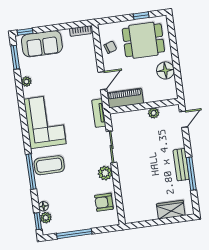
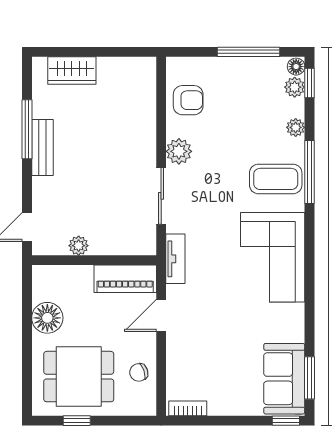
sofa: (42, 44) -> (284, 379), moved, turned -90
plant: (26, 82) -> (296, 127), moved
floor lamp: (43, 206) -> (296, 67), moved

